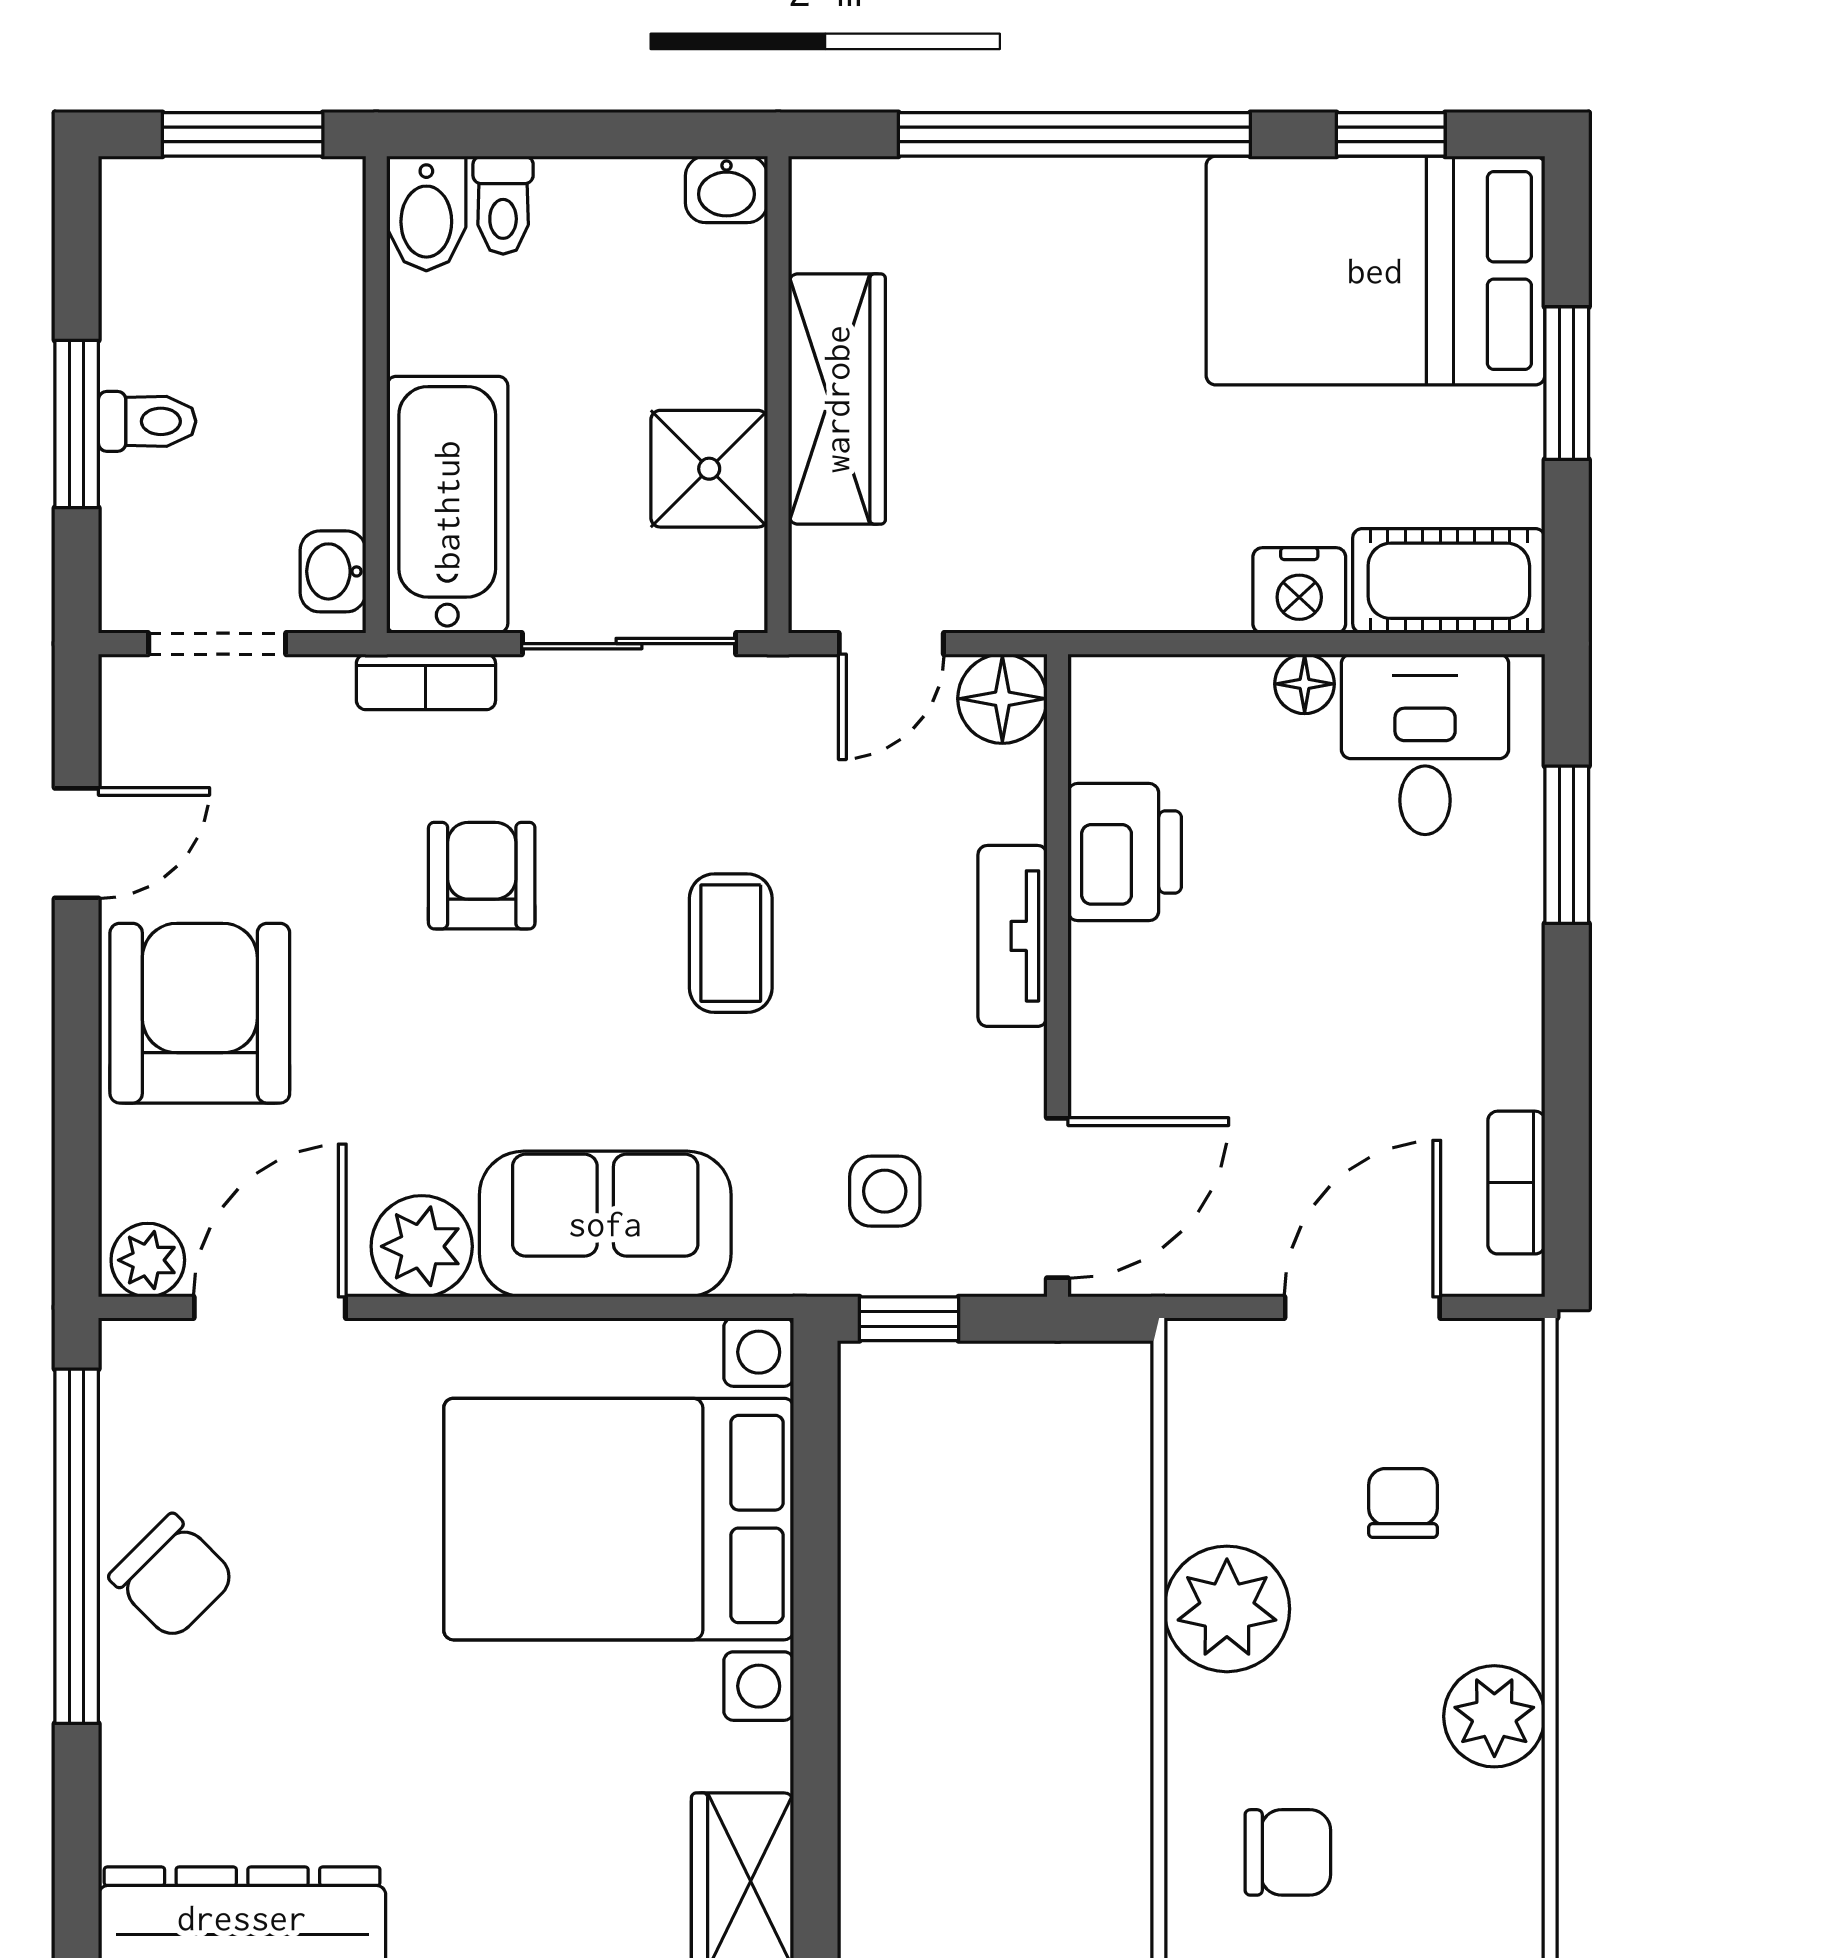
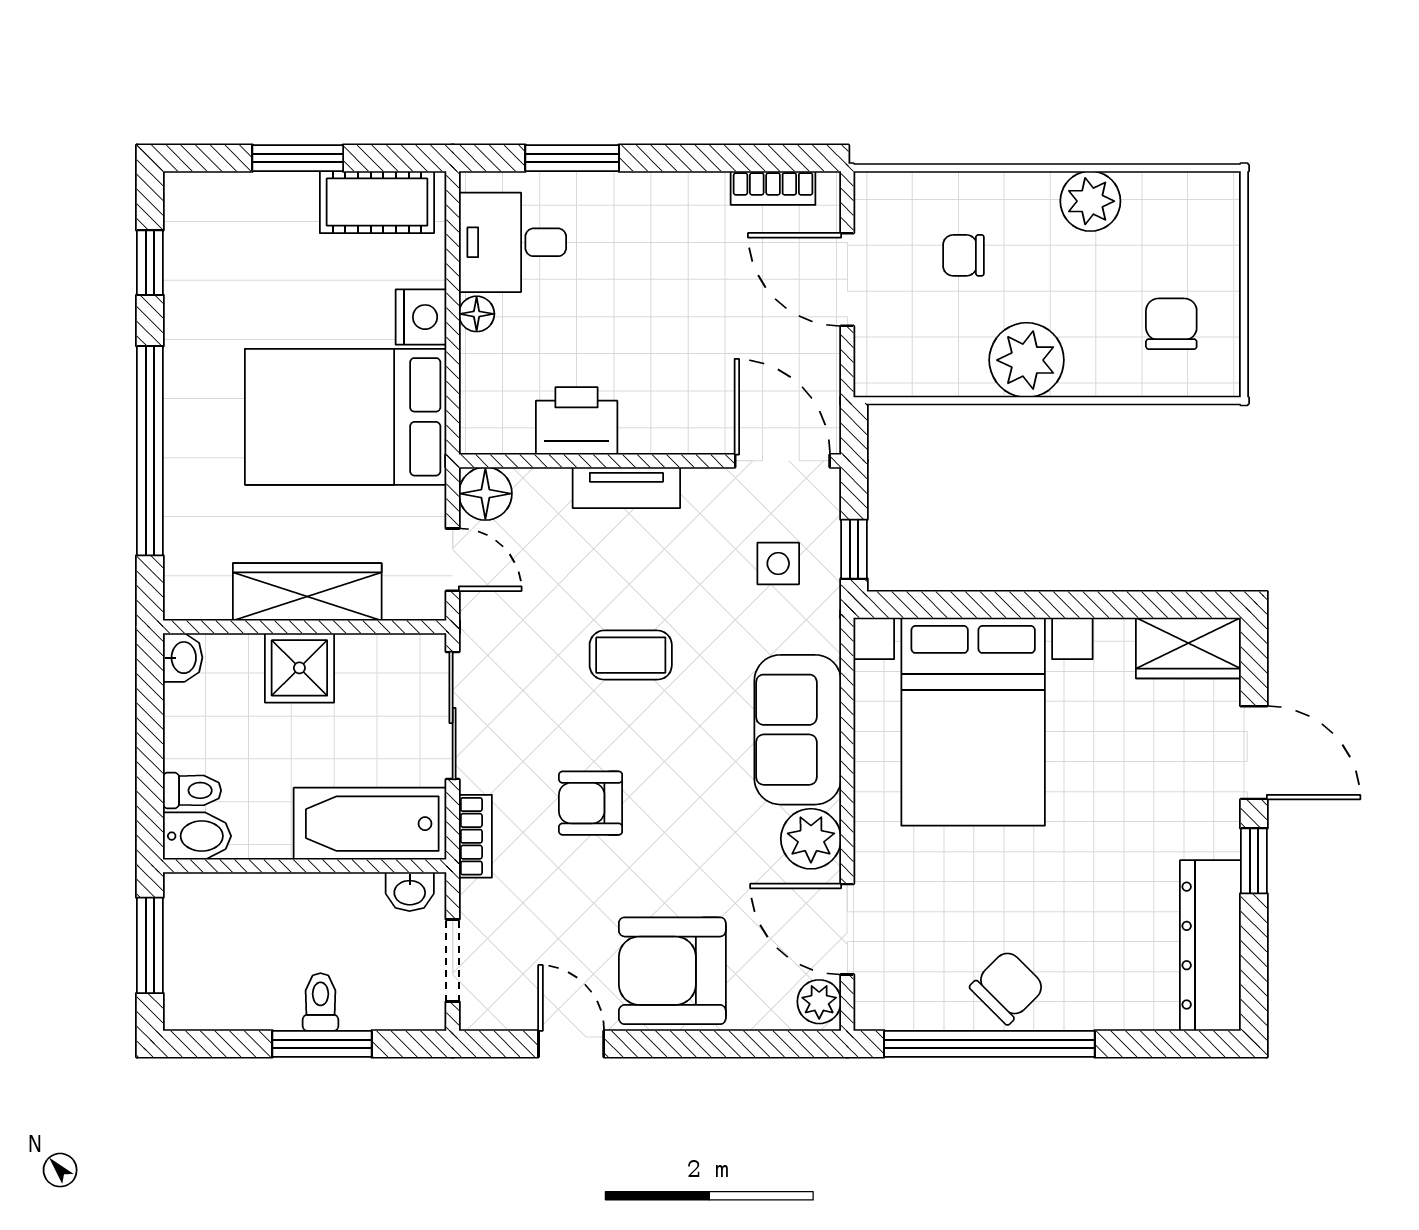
bed: (1375, 271) -> (346, 417), moved, turned 90
shower: (709, 469) -> (299, 668), moved
cot: (1449, 581) -> (377, 202), moved, turned 90

